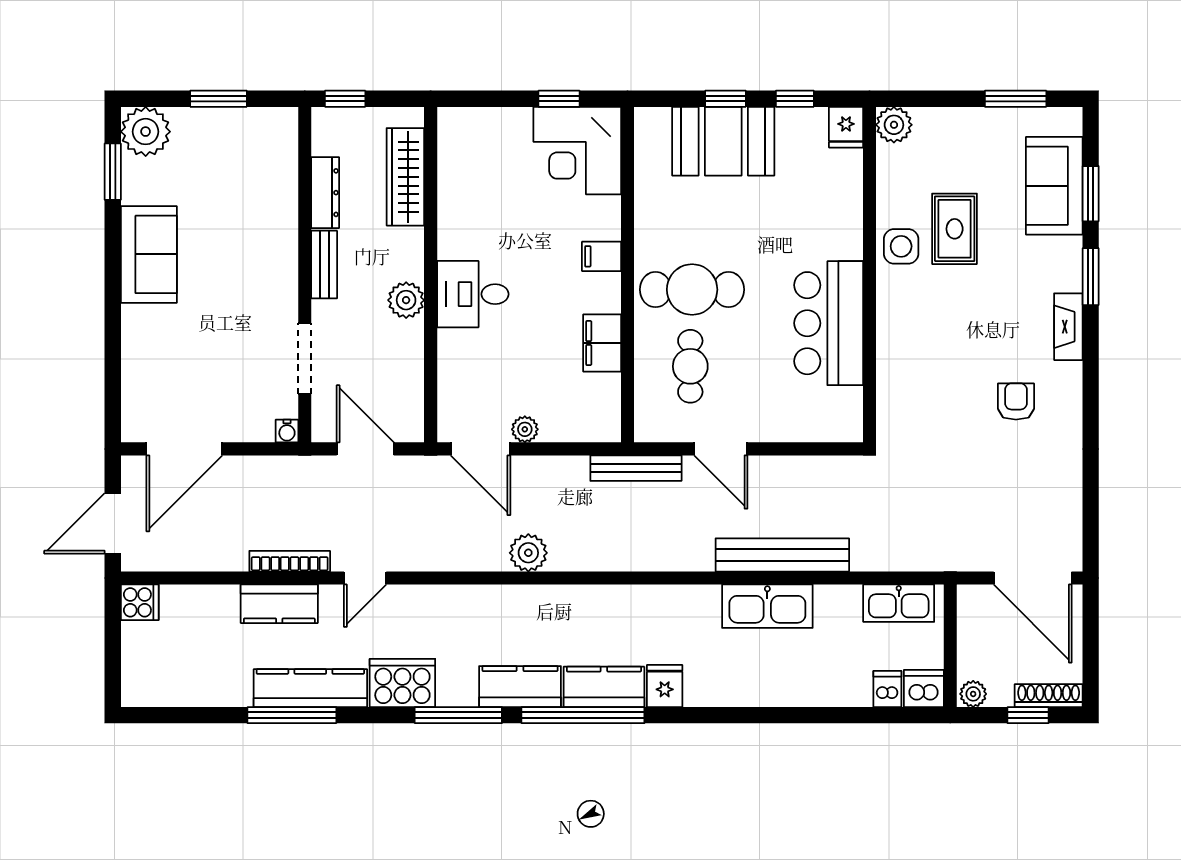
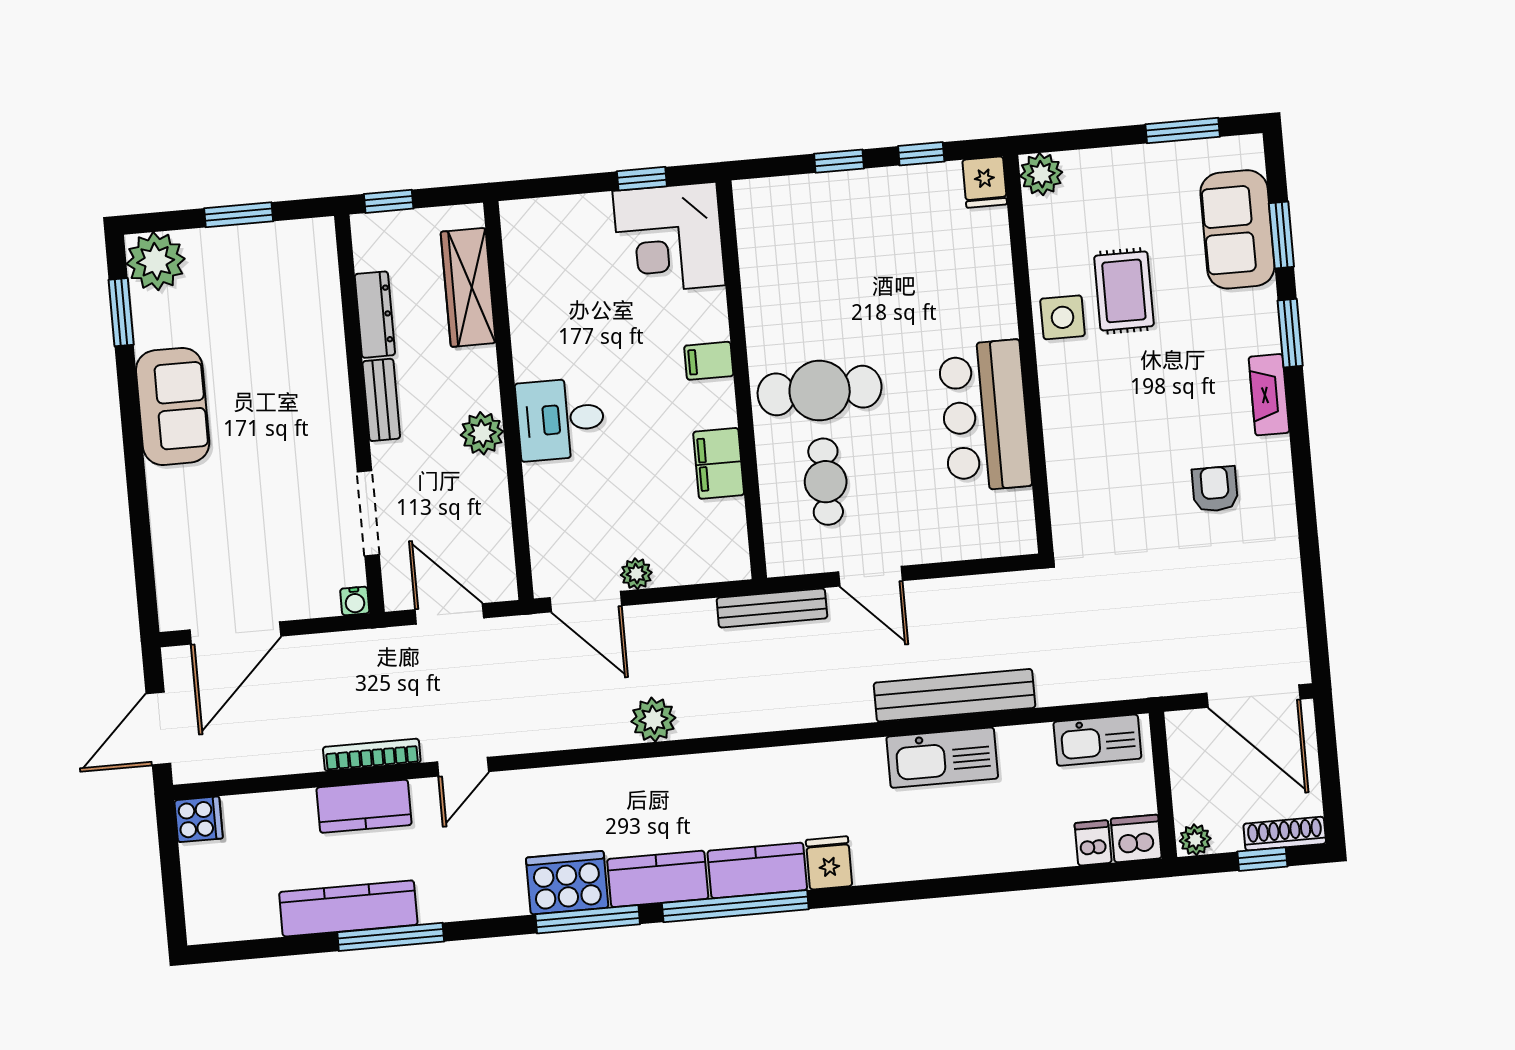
booth: (723, 141) -> (841, 212), removed
cooker: (402, 683) -> (567, 883), moved
kitchen counter: (310, 688) -> (348, 908), moved

